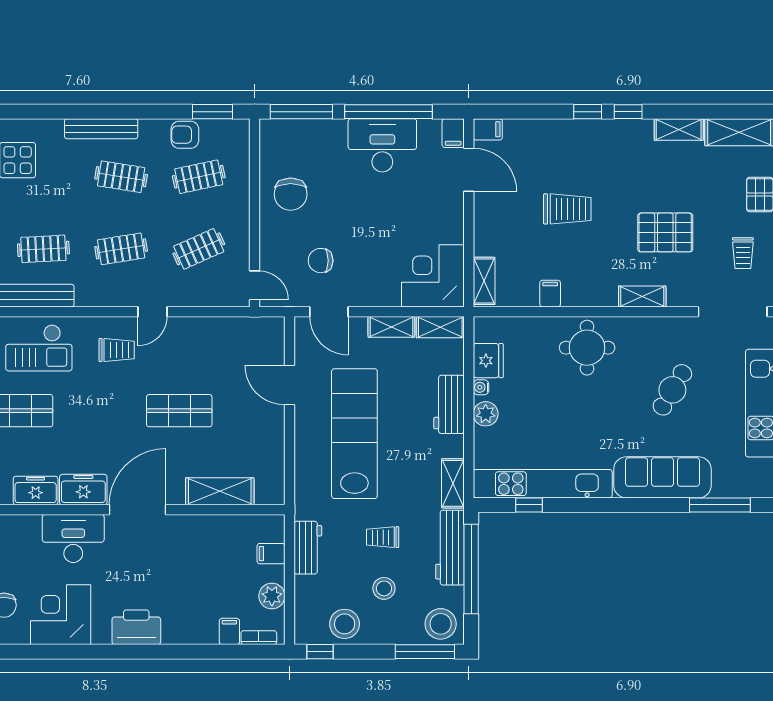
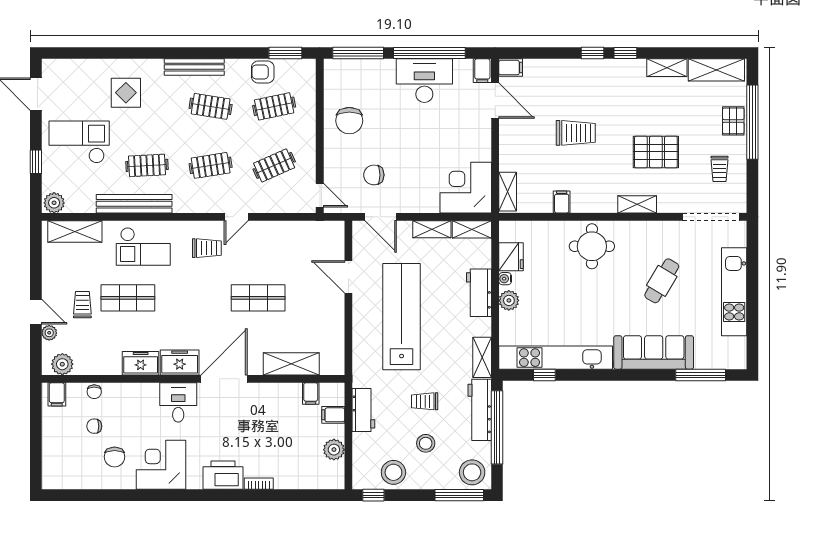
desk: (73, 538) -> (178, 402), width x0.73
filing cabinet: (229, 631) -> (311, 393), moved, turned 180
bookcase: (259, 638) -> (259, 484), moved

